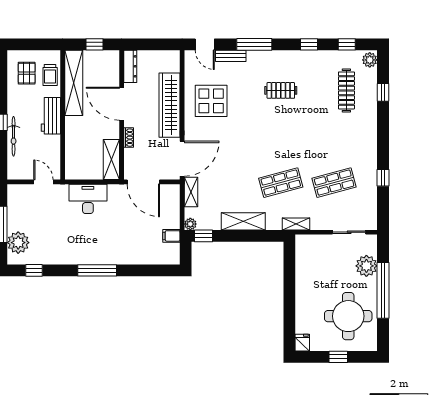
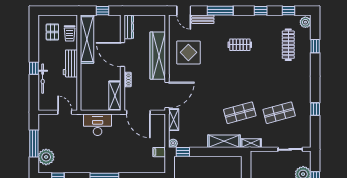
shelving: (243, 221) -> (224, 141), moved

